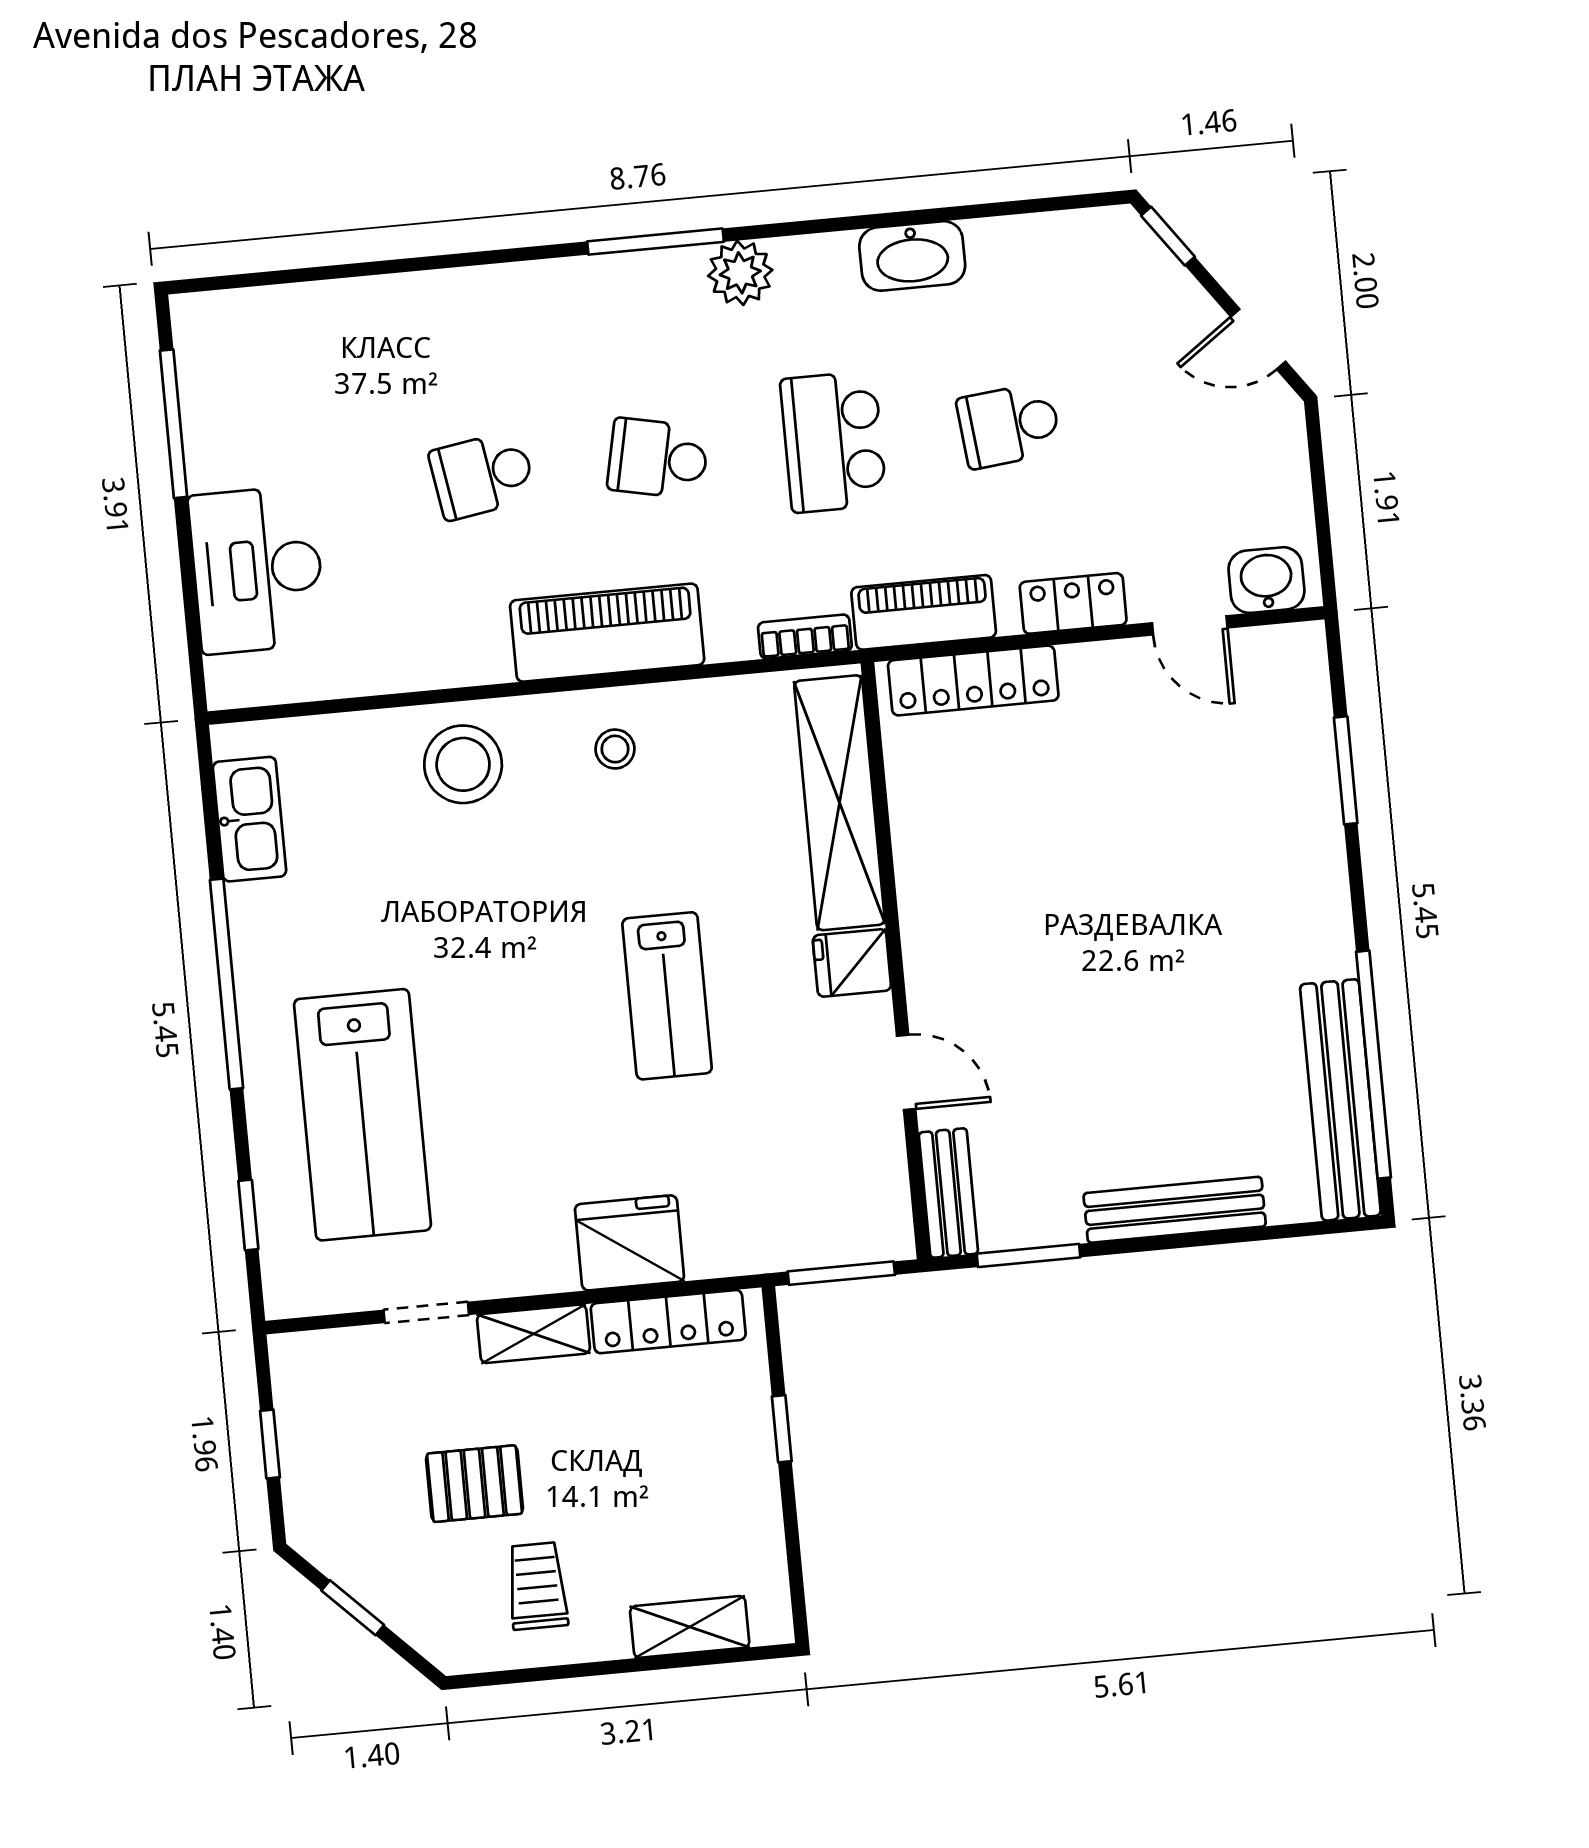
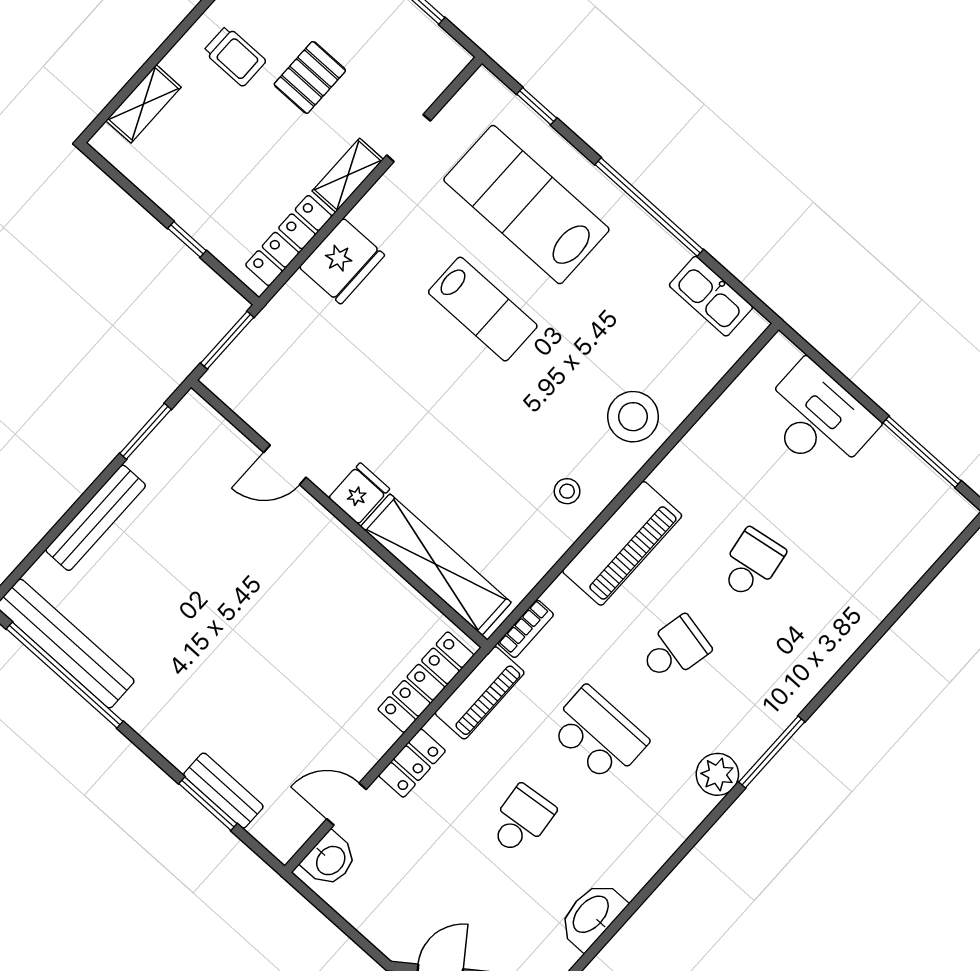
washbasin: (912, 256) -> (592, 915), moved
lab bench: (667, 996) -> (483, 309), moved, turned 180
bench: (948, 1193) -> (223, 791), moved

